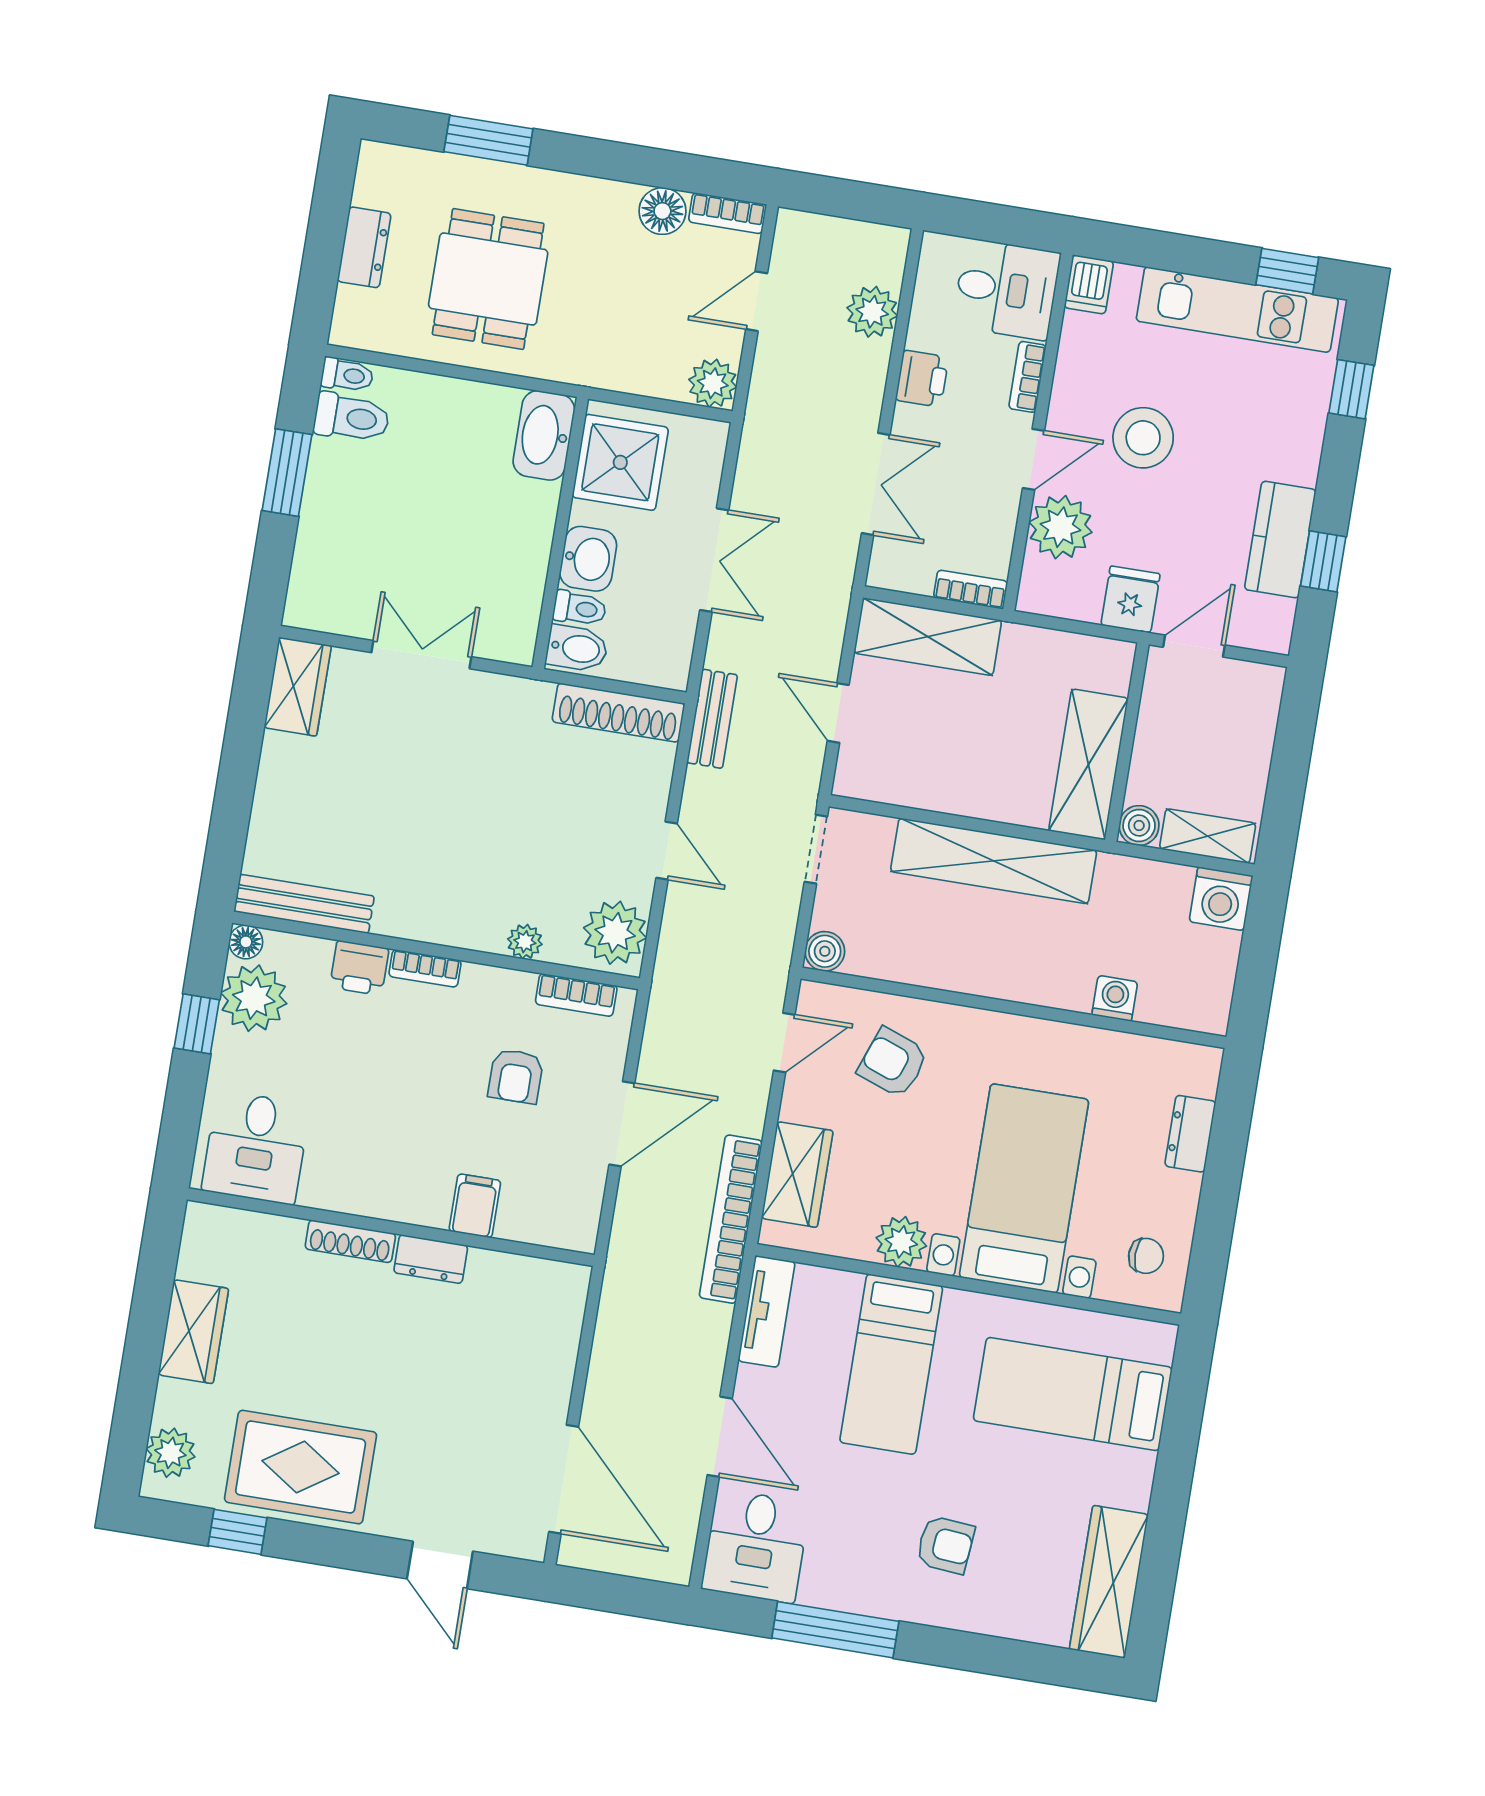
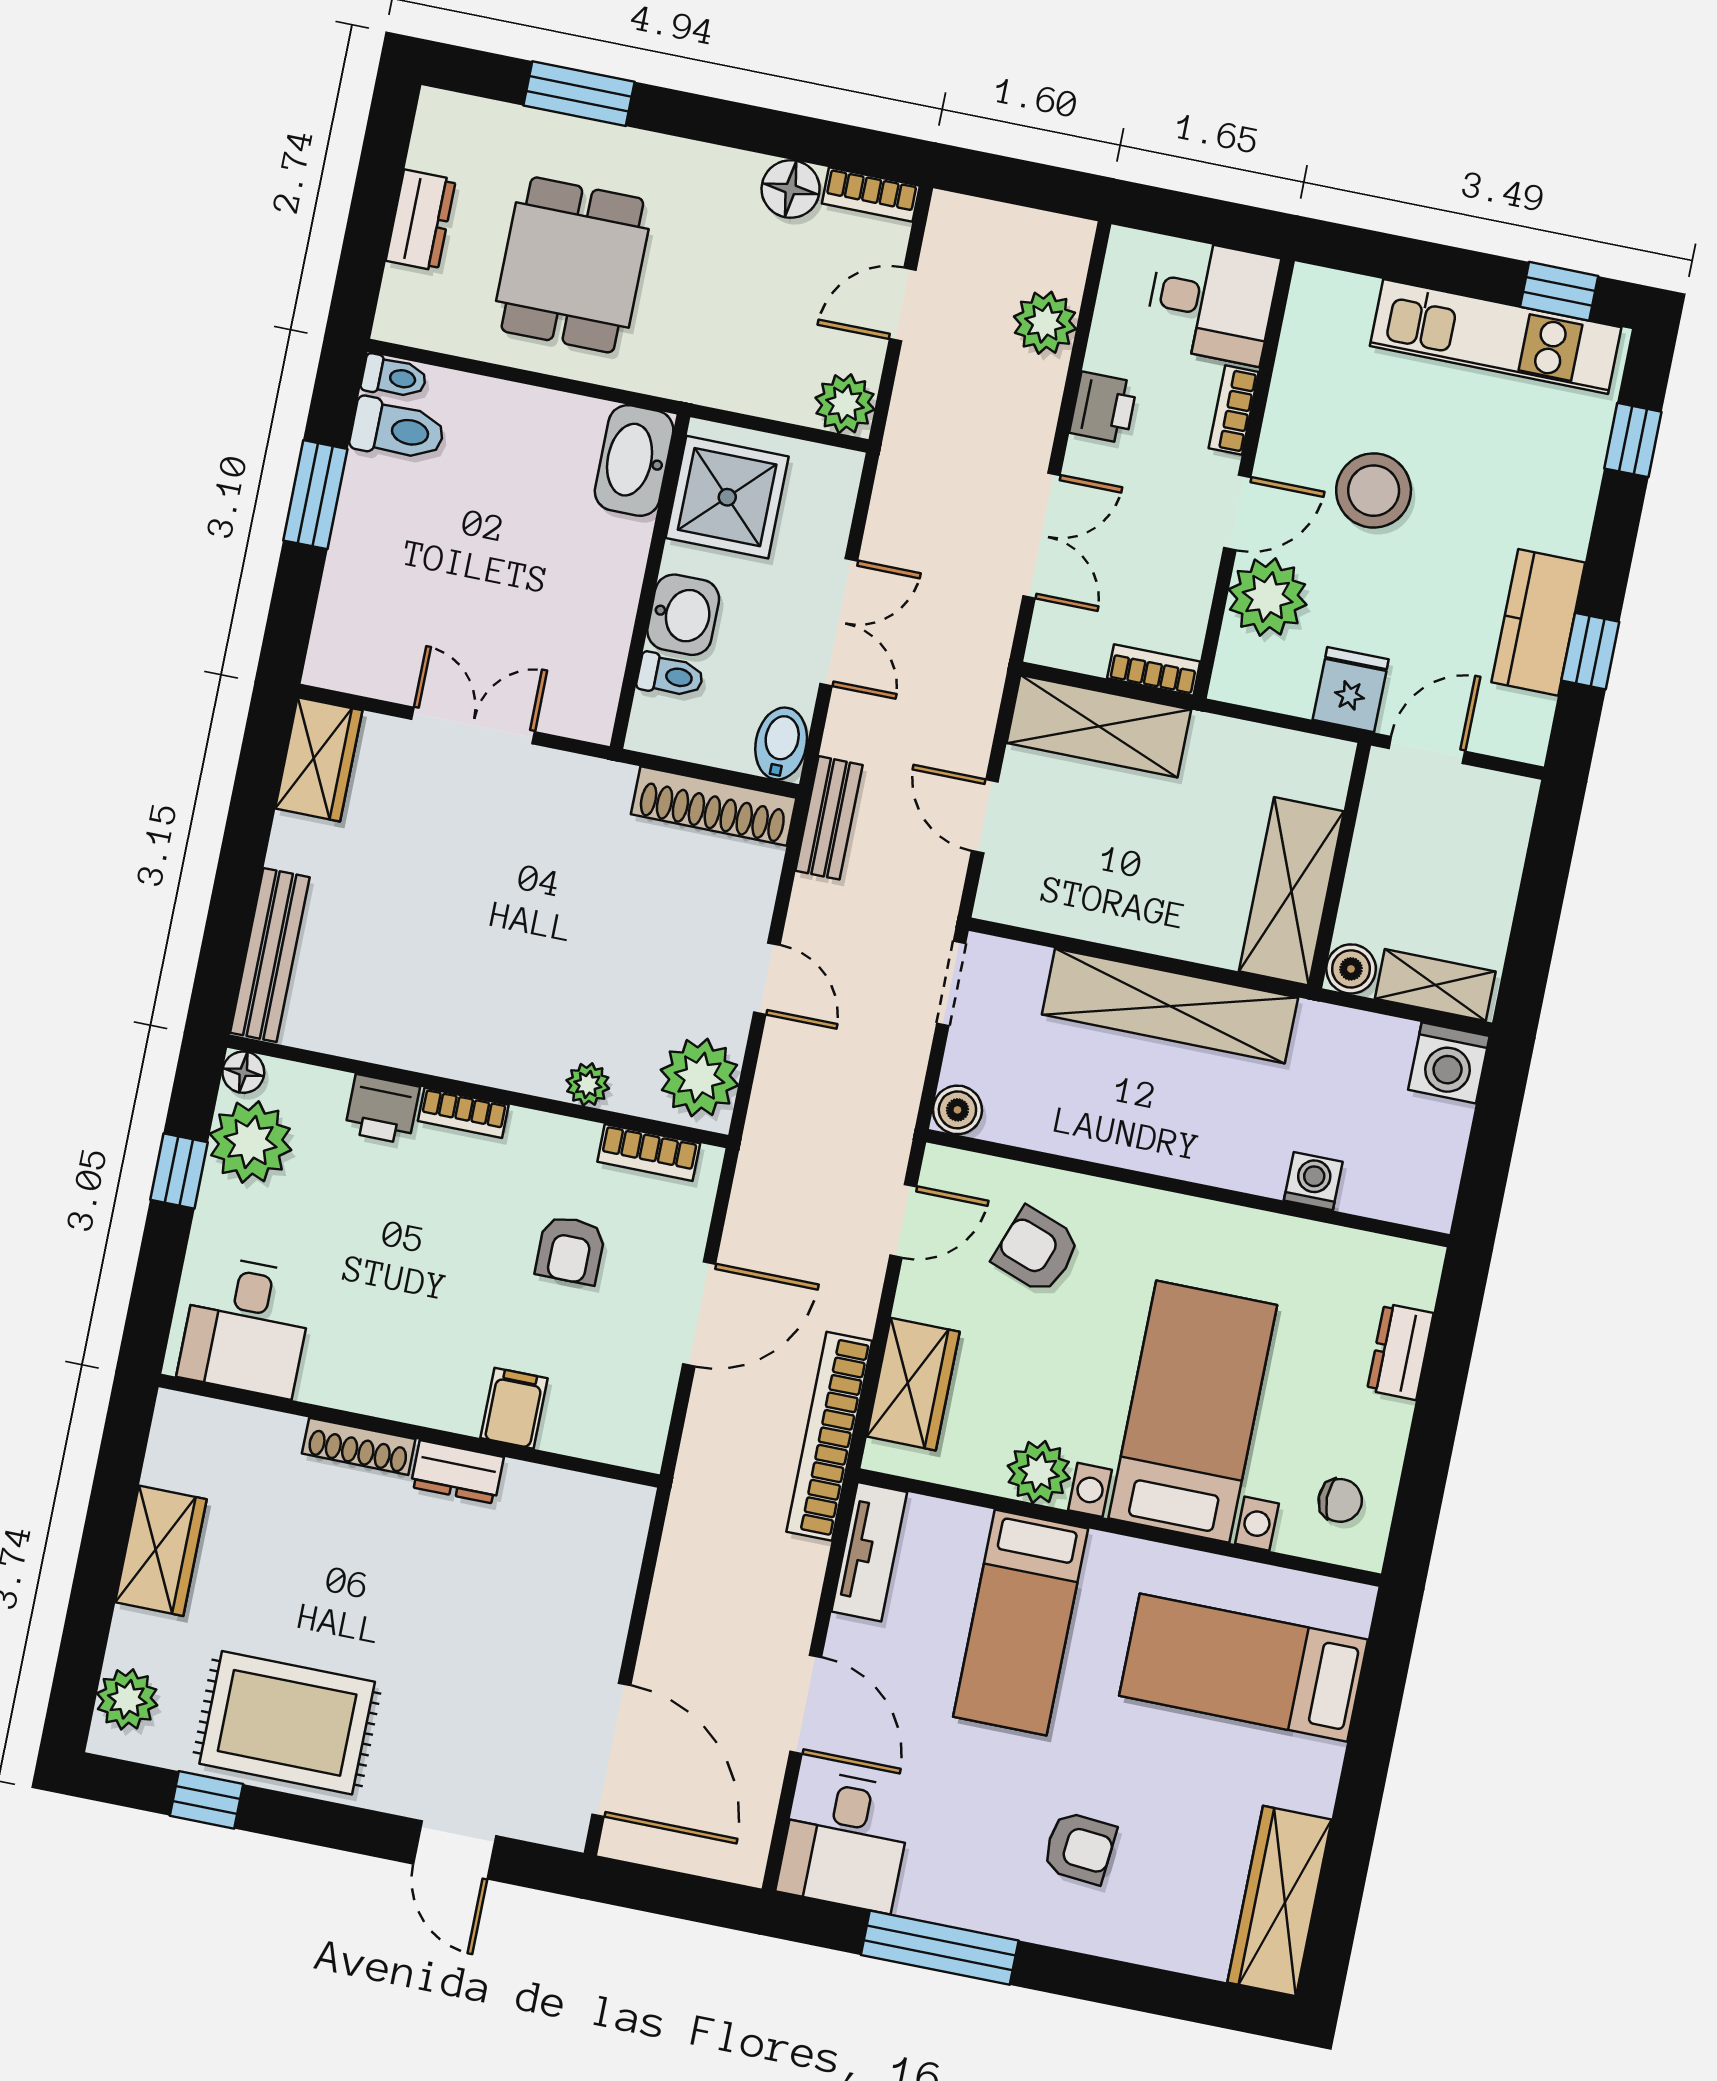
dishwasher: (1089, 284) -> (1314, 299), removed
bidet: (577, 648) -> (781, 743), moved, turned -90
bench: (304, 904) -> (270, 955), moved, turned 90

